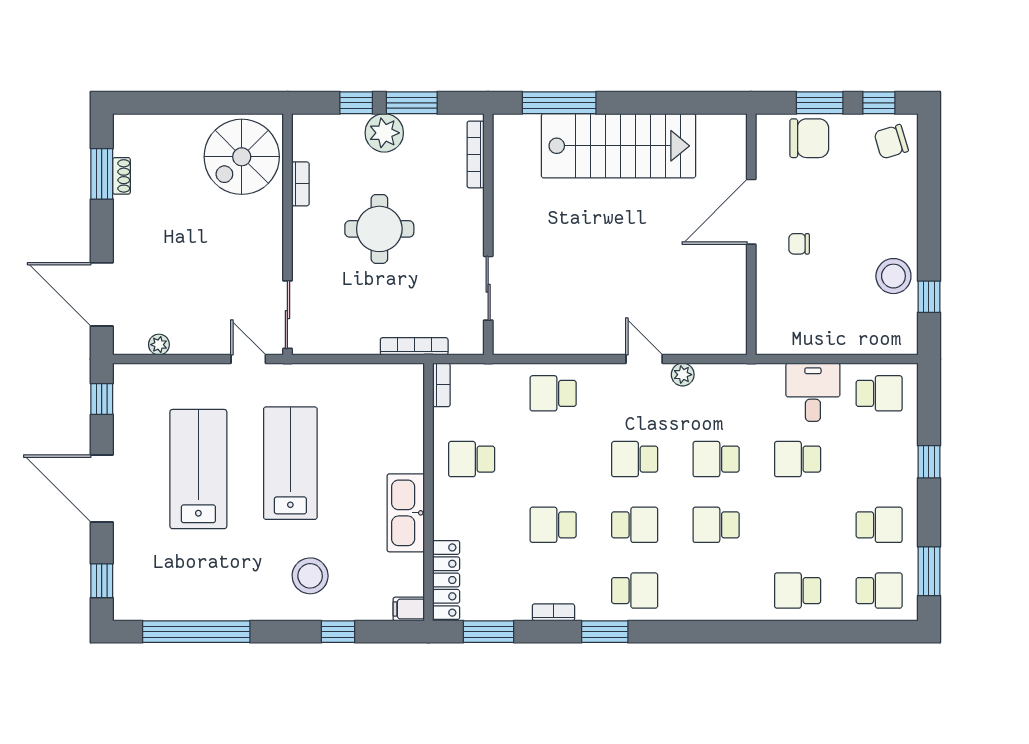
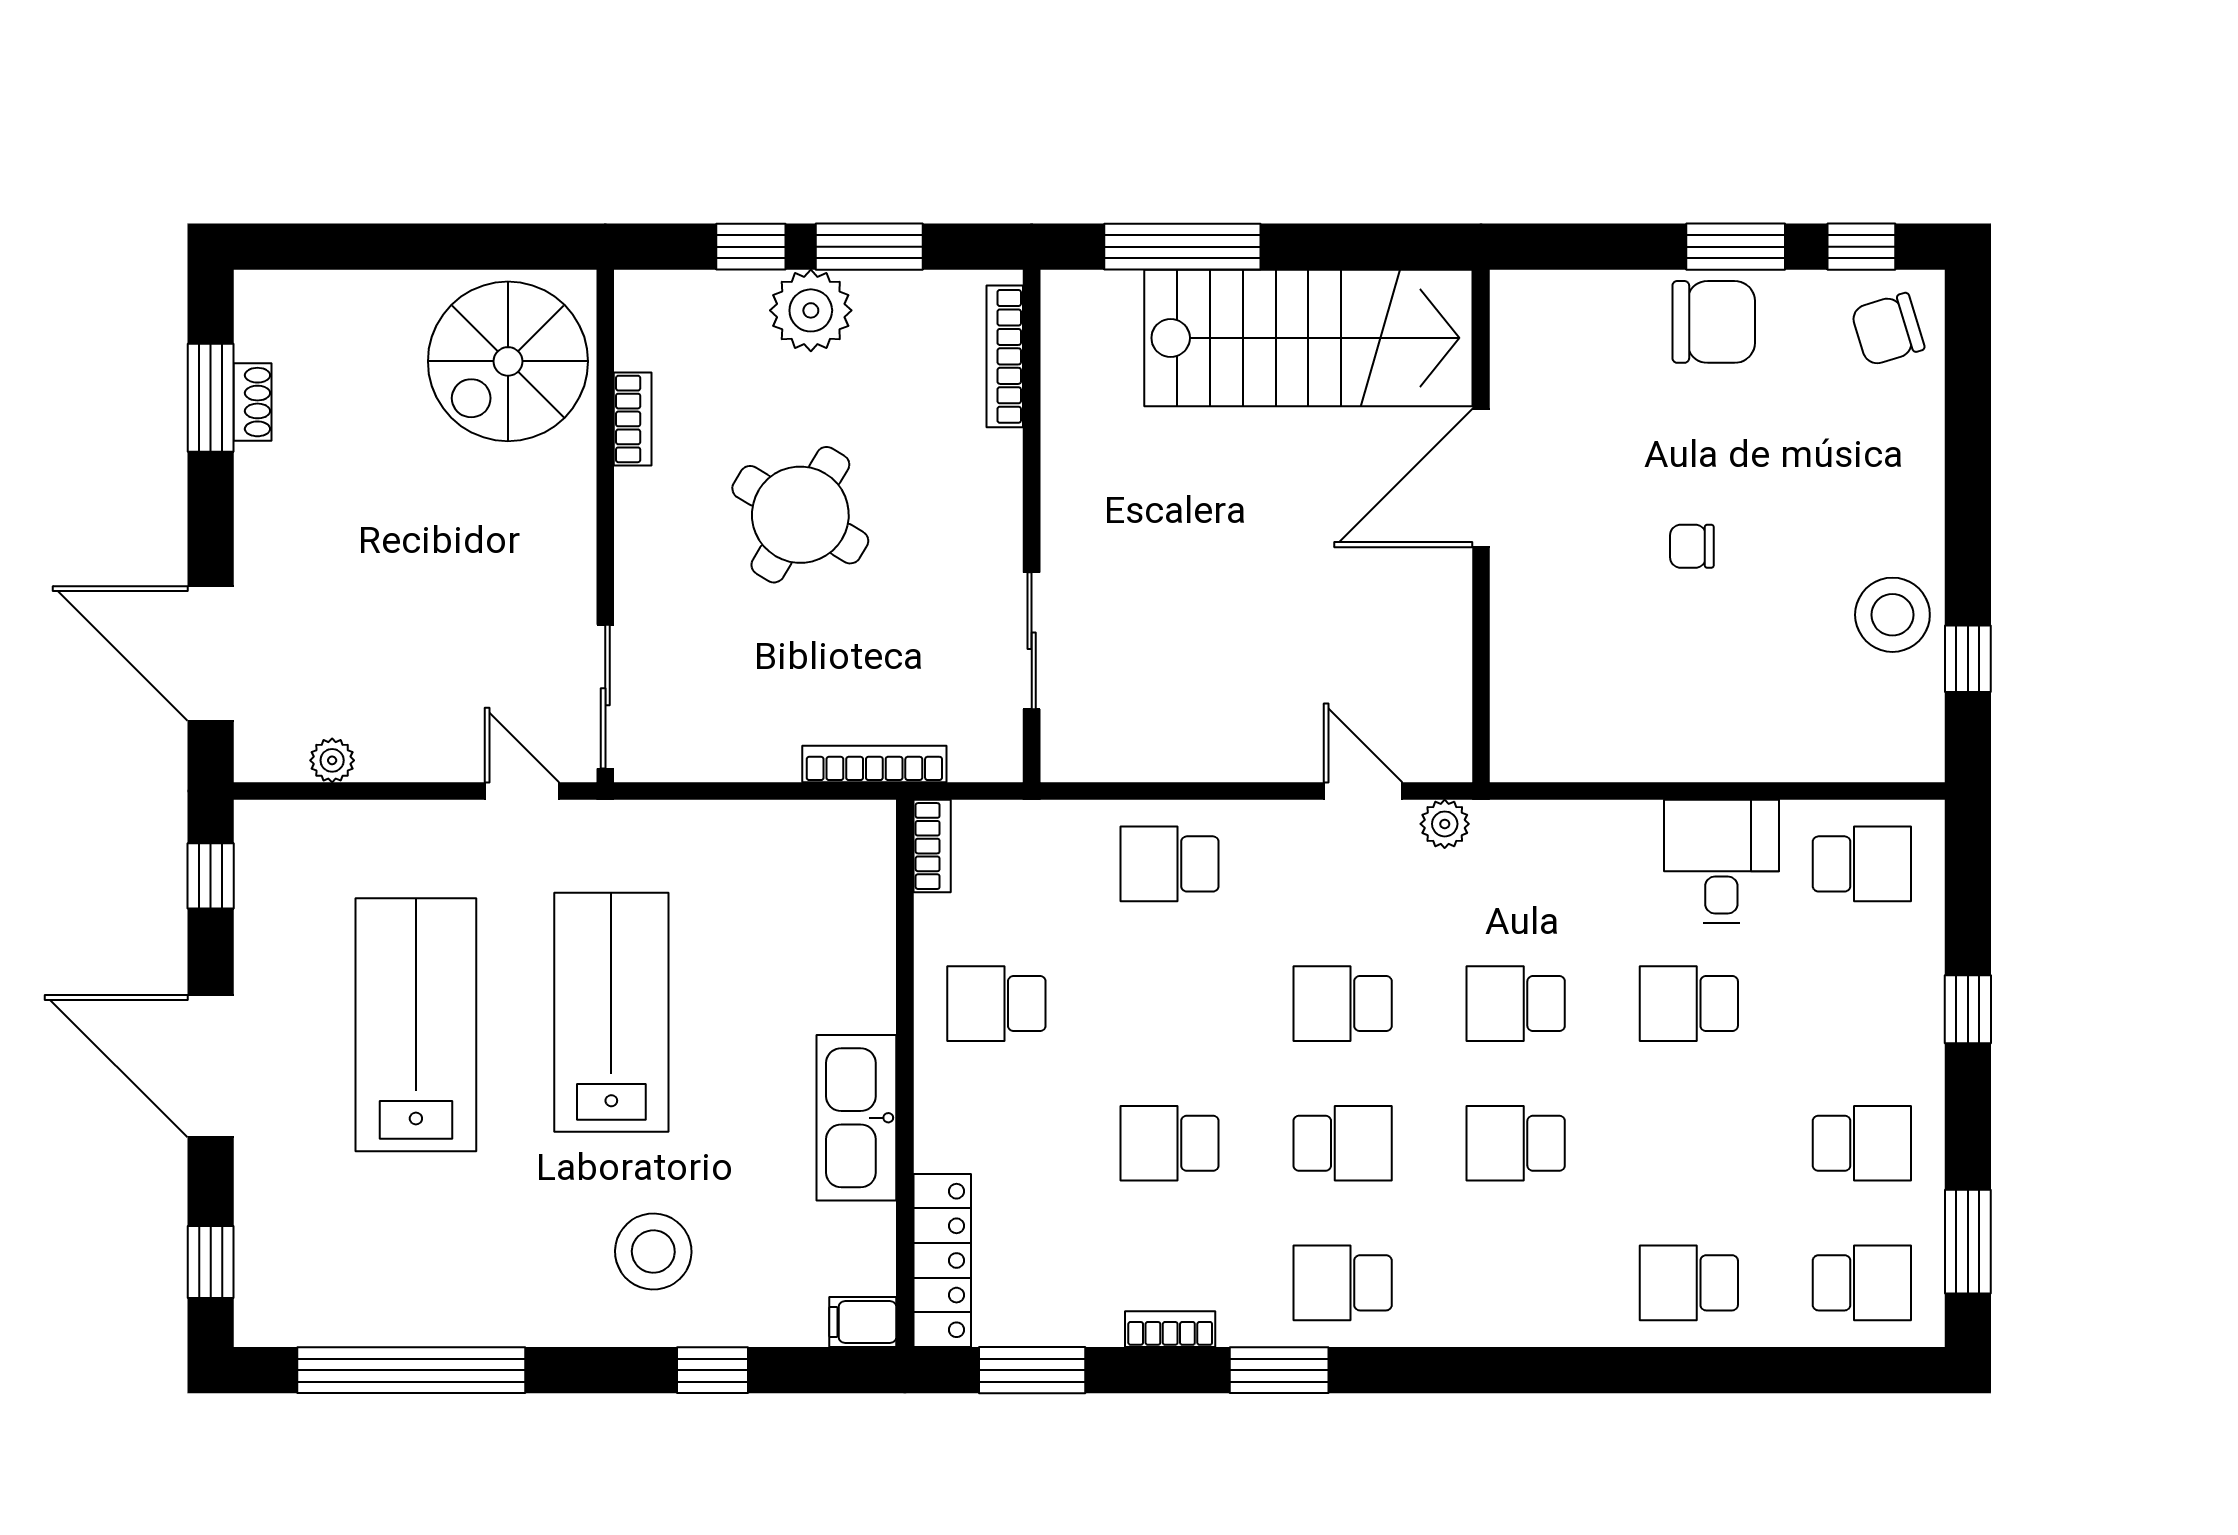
door: (751, 212) -> (1481, 478), moved
round table: (379, 229) -> (800, 515), turned 31
wall: (751, 234) -> (1481, 526), moved
school desk: (635, 591) -> (1343, 1283), turned 180

